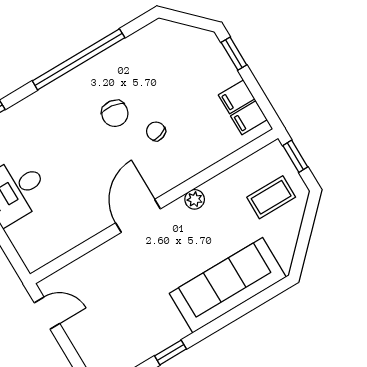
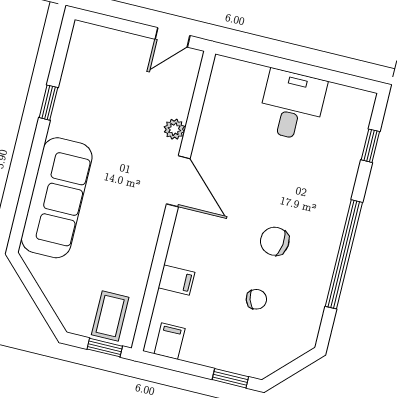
filing cabinet: (237, 97) -> (176, 280), moved, turned 90
chair: (156, 131) -> (256, 299), moved
coffee table: (271, 197) -> (110, 316), moved
plant: (195, 199) -> (174, 129), moved

